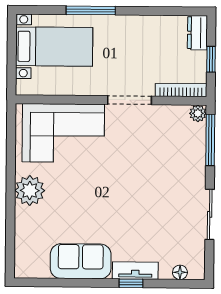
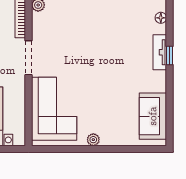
plant: (30, 190) -> (93, 140), width x0.53, depth x0.53
sofa: (81, 261) -> (153, 116), moved

